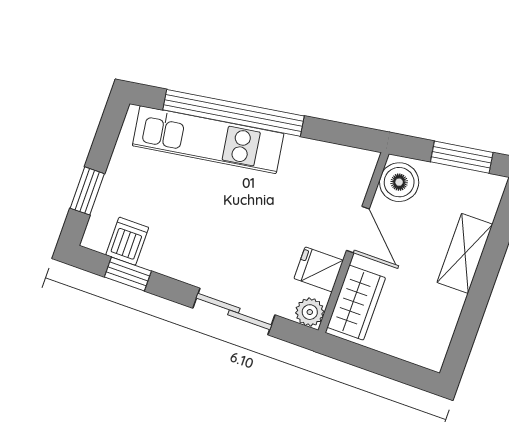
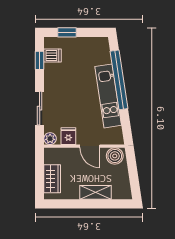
kitchen unit: (208, 140) -> (108, 96), moved
window: (462, 157) -> (134, 177), removed
door: (358, 230) -> (90, 146), hinge flipped
wardrobe: (356, 303) -> (52, 179), moved, turned -90

